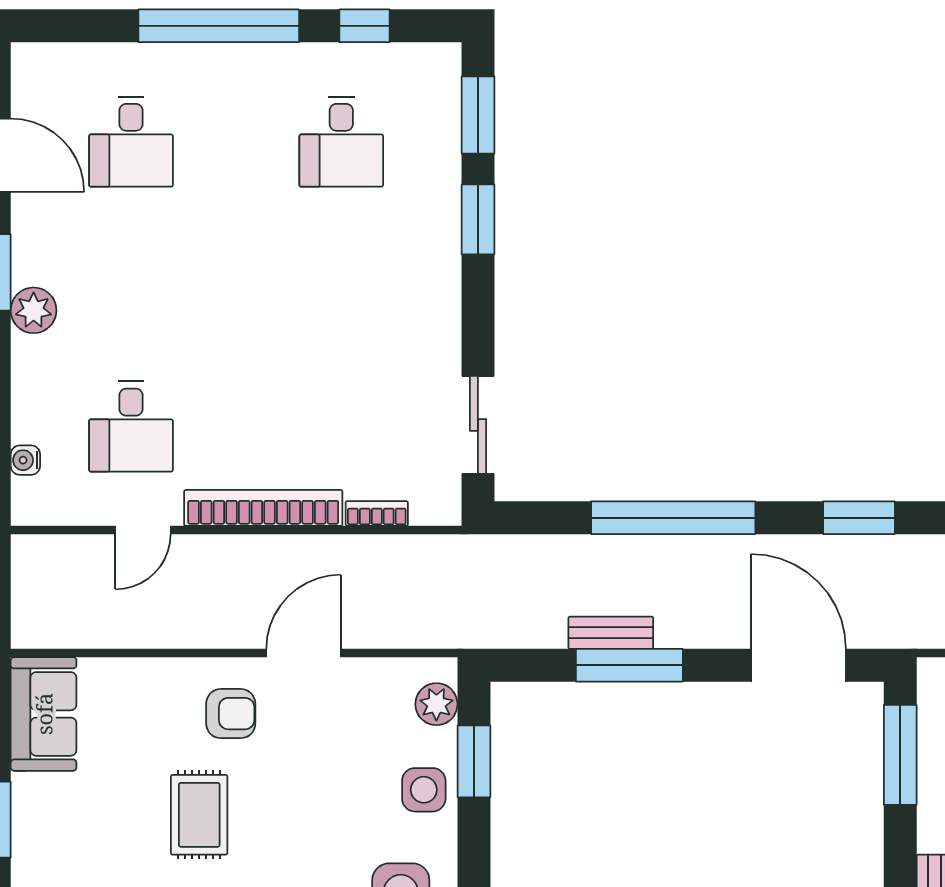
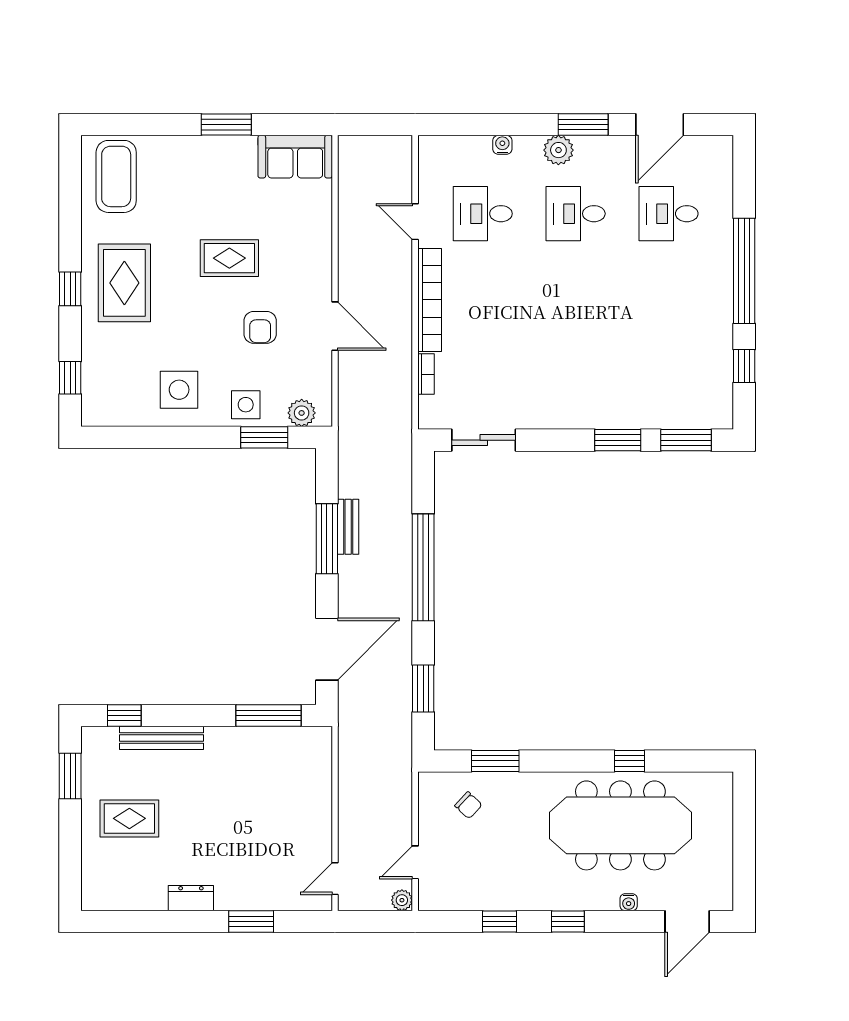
desk: (341, 142) -> (576, 214), moved
water cooler: (25, 460) -> (502, 145), moved
armchair: (231, 714) -> (260, 327), moved

